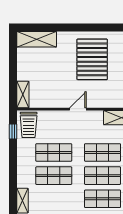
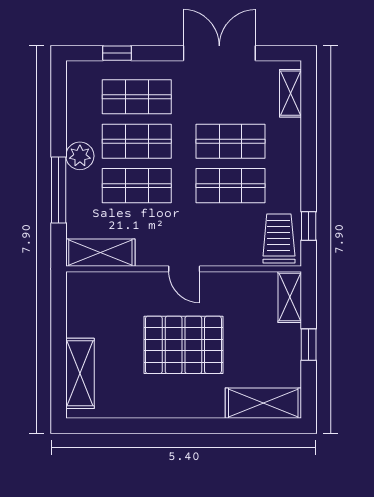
pallet: (92, 59) -> (183, 345), moved, turned 90
window: (13, 70) -> (309, 345), added
door: (78, 109) -> (184, 269), hinge flipped

